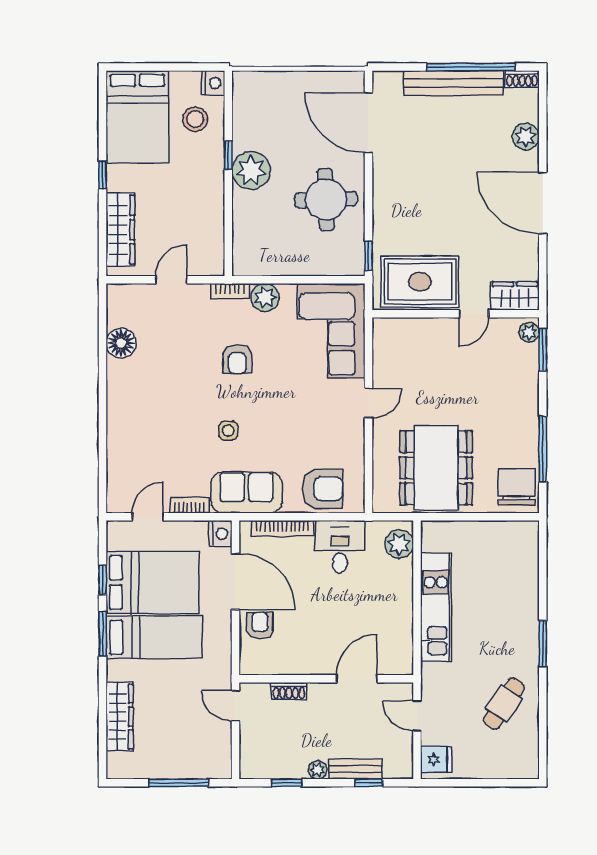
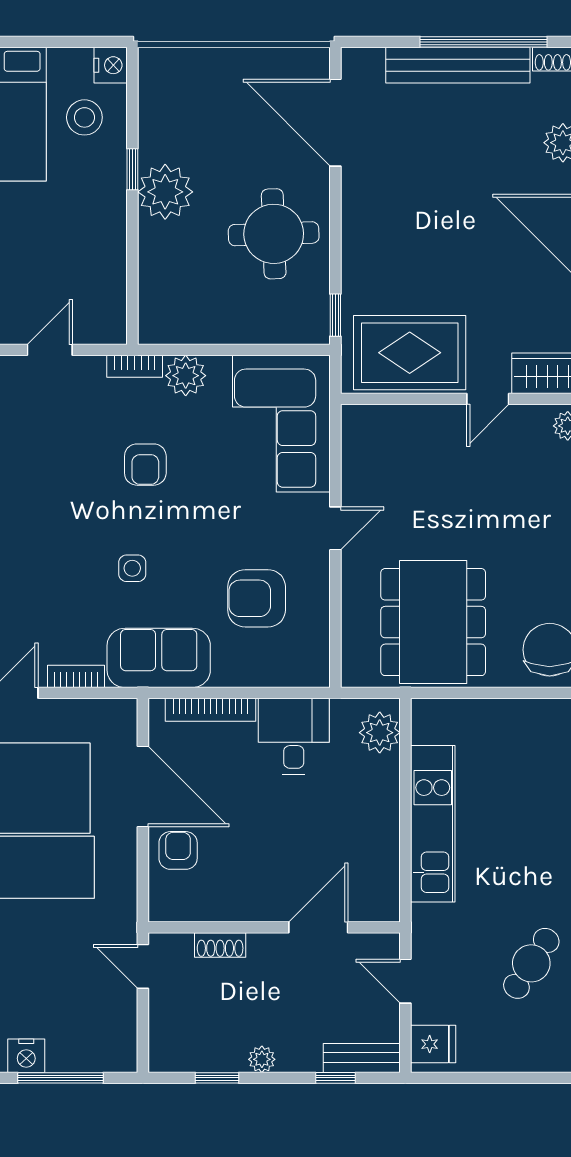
armchair: (323, 489) -> (257, 598), moved, turned 180
nightstand: (220, 534) -> (26, 1056), moved, turned 90
bench: (355, 769) -> (362, 1058), moved

